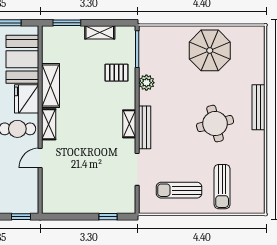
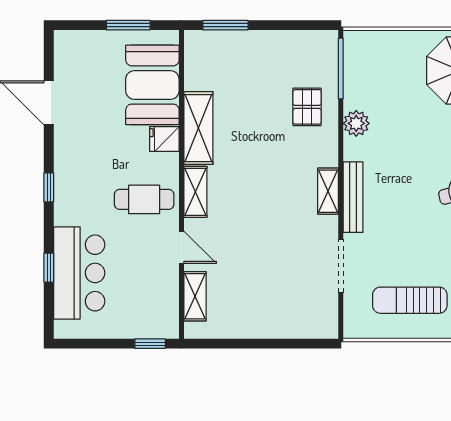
shelving: (100, 32) -> (195, 296), moved, turned 90
pallet: (117, 73) -> (307, 107), turned 90
fridge: (27, 99) -> (164, 139), width x0.53, depth x0.75
door: (40, 158) -> (182, 247), swing flipped
window: (108, 217) -> (293, 344), removed

